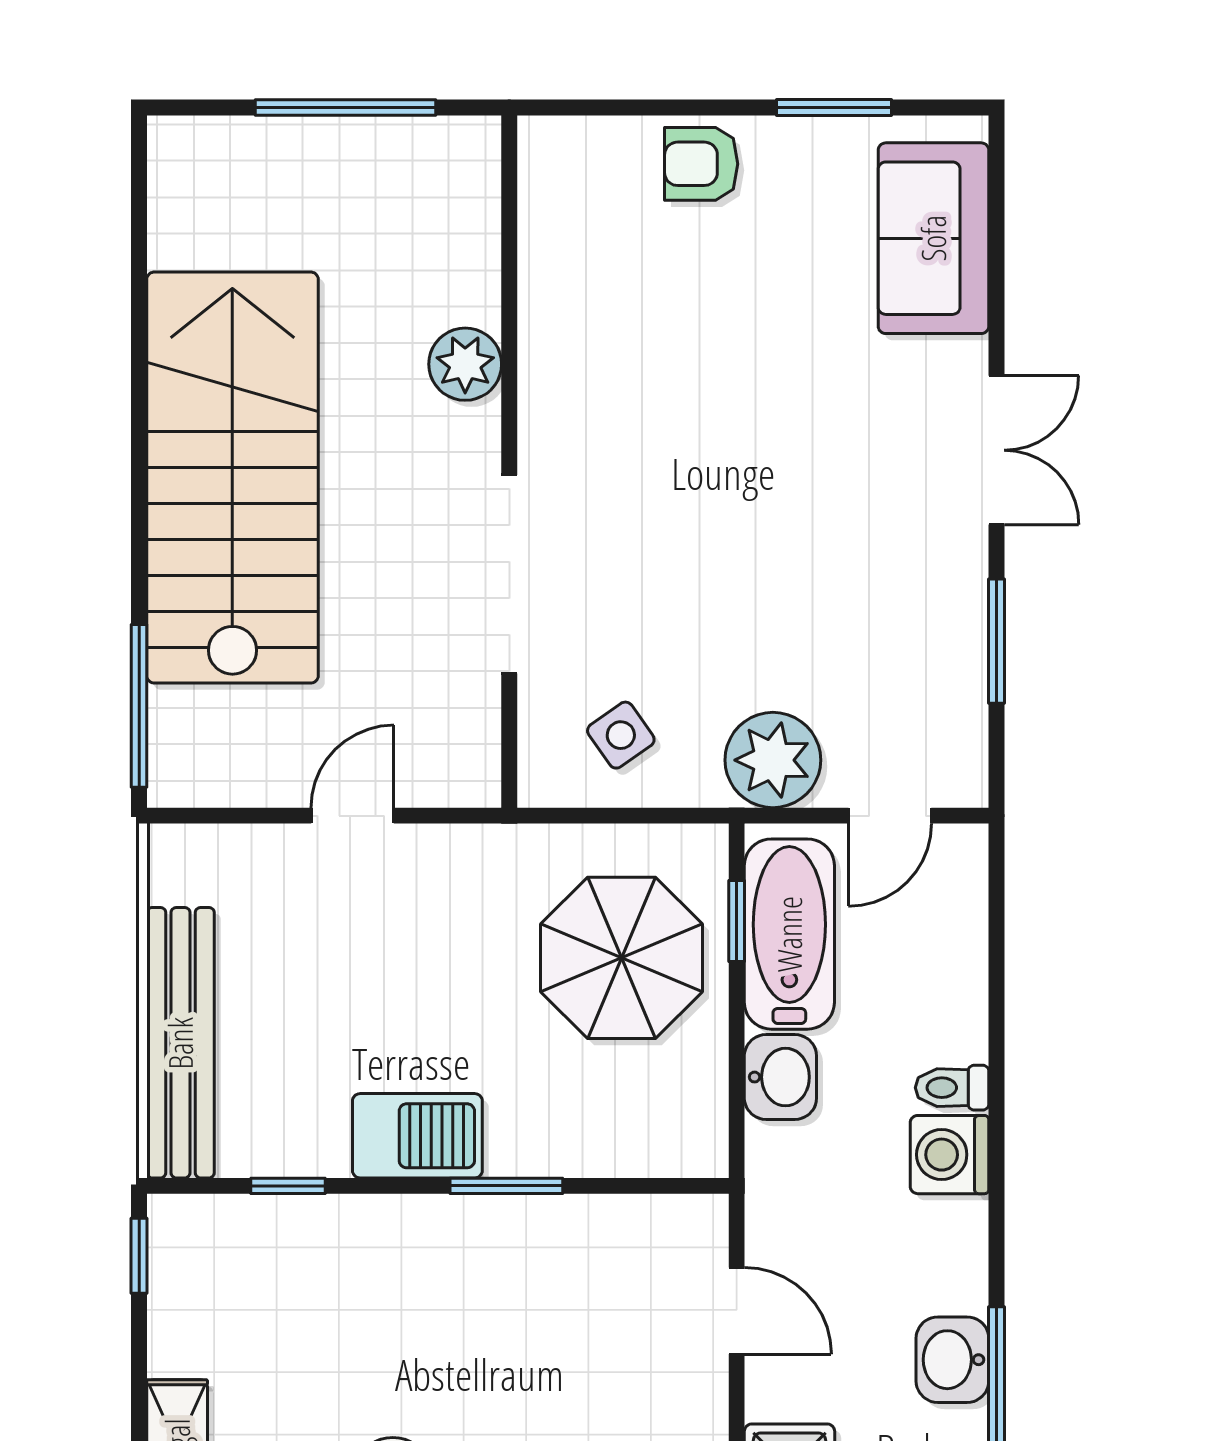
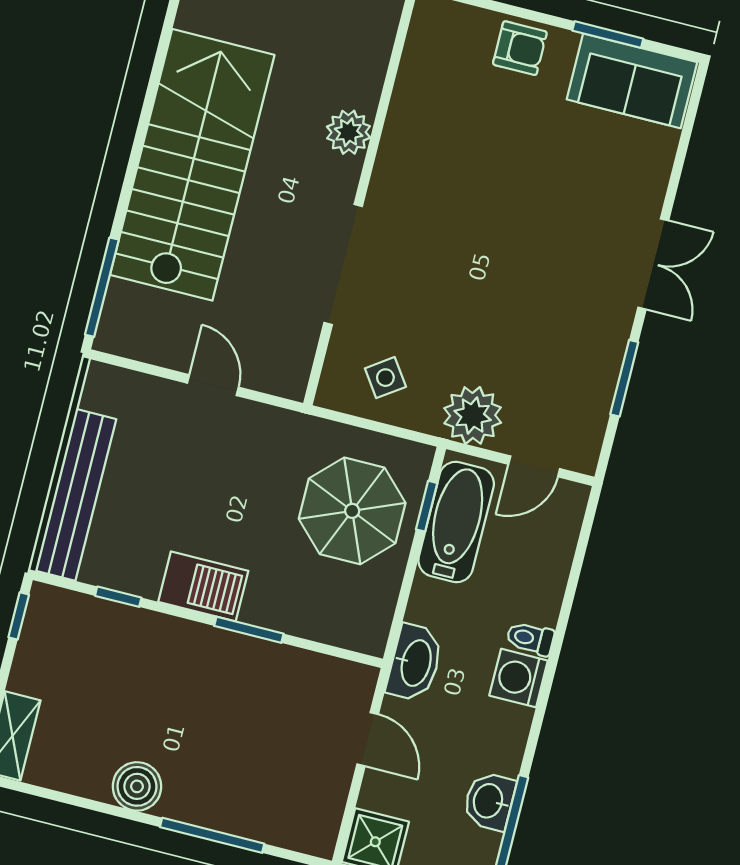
armchair: (701, 164) -> (520, 48), turned 180
sofa: (933, 238) -> (632, 81), moved, turned -90
door: (352, 816) -> (213, 385), hinge flipped
washbasin: (780, 1077) -> (415, 663), moved, width x1.38

